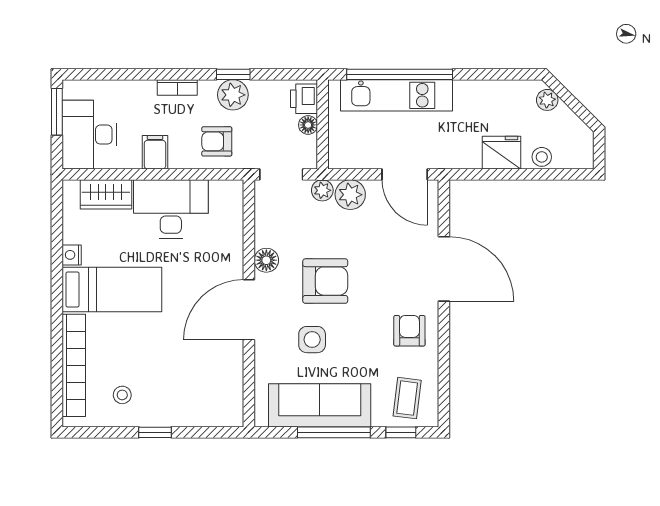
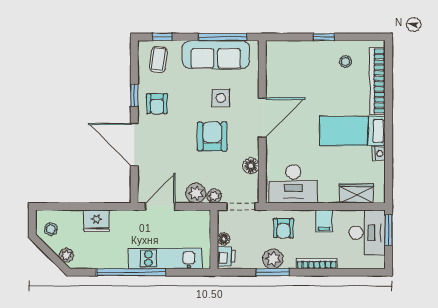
window: (233, 74) -> (273, 272), width x1.50
window: (400, 74) -> (131, 272), moved
bookcase: (177, 88) -> (317, 264), width x1.56
window: (57, 112) -> (389, 230), moved
armchair: (217, 141) -> (283, 228), turned 90
stool: (542, 157) -> (51, 229), moved
door: (405, 174) -> (160, 206), hinge flipped
desk: (171, 209) -> (293, 184), moved
floor lamp: (266, 260) -> (251, 166), moved
armchair: (325, 281) -> (212, 136), turned 90
window: (444, 344) -> (134, 95), added
window: (334, 432) -> (223, 37), moved

